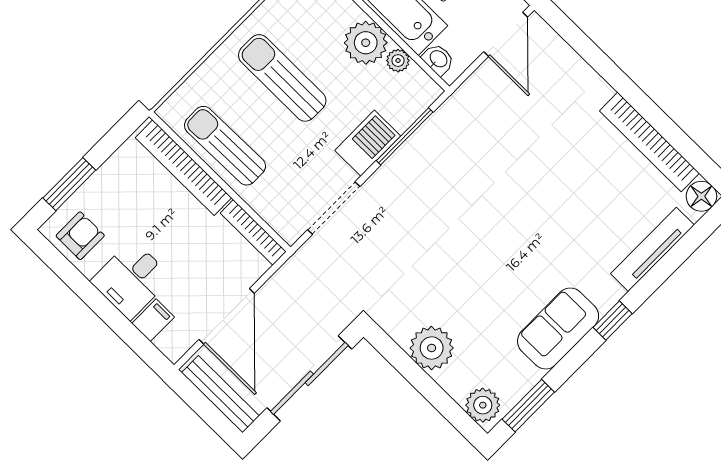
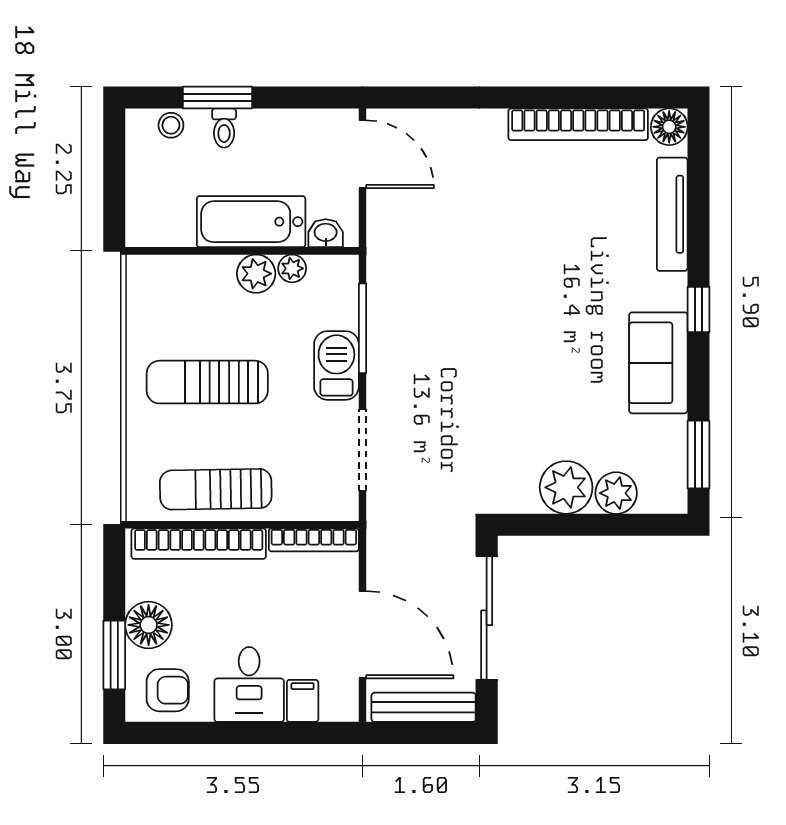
plant: (366, 43) -> (256, 274), width x0.73, depth x0.73
floor lamp: (107, 186) -> (149, 625), added
armchair: (80, 236) -> (168, 690), turned 90
plant: (483, 405) -> (616, 493), moved

